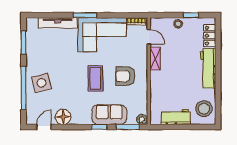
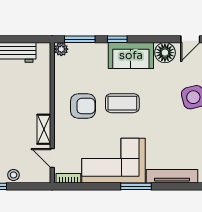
coffee table: (95, 78) -> (122, 103), turned 90
sofa: (109, 115) -> (131, 55), moved

